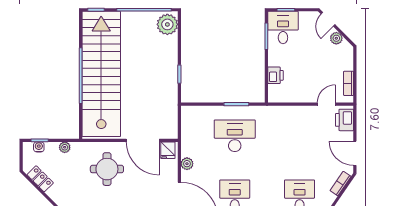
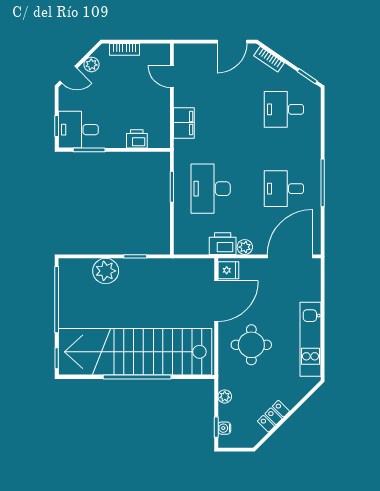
plant: (167, 24) -> (106, 271), moved
bookcase: (349, 83) -> (125, 49), moved
filing cabinet: (288, 114) -> (184, 123), added
printer: (345, 120) -> (223, 244), moved, turned 180
locker: (40, 179) -> (273, 416), moved

